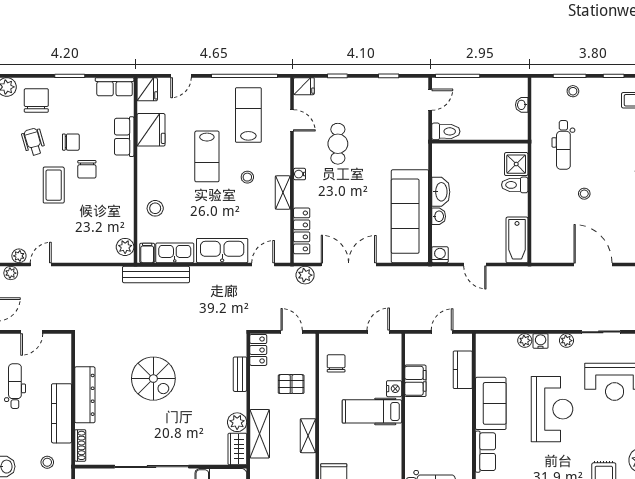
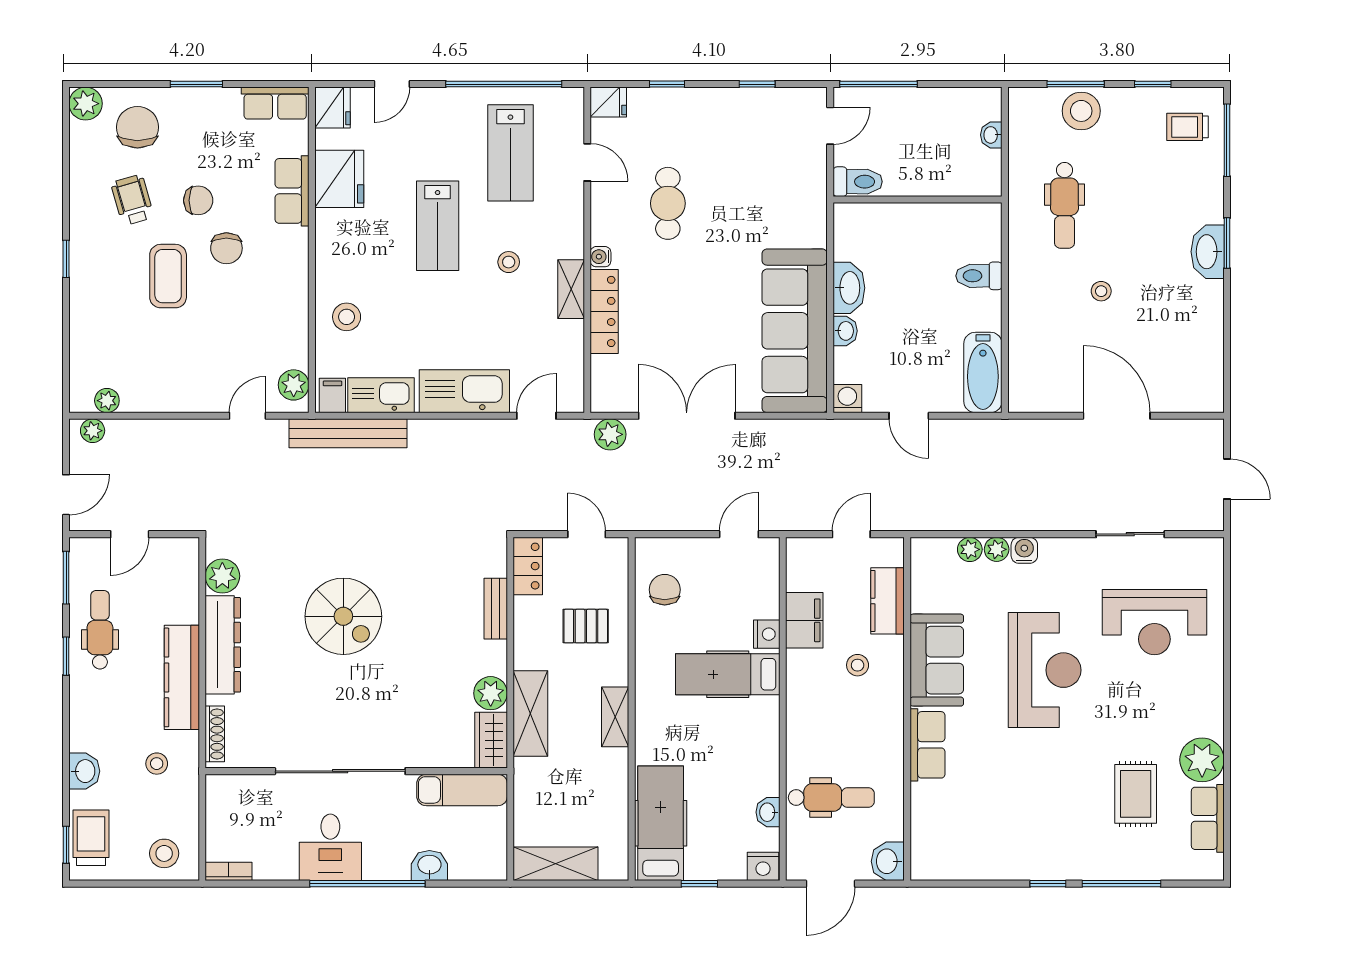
stool: (573, 91) -> (1081, 111), width x1.89, depth x1.89
lab bench: (248, 115) -> (510, 153), turned 180
shower: (516, 164) -> (982, 239), removed
locker: (302, 231) -> (604, 311), moved
door: (41, 264) -> (247, 416), moved
plant: (567, 341) -> (970, 549), moved
plant: (85, 356) -> (222, 576), added
stool: (446, 406) -> (858, 665), added

